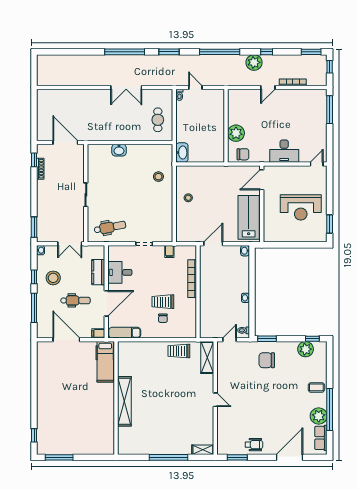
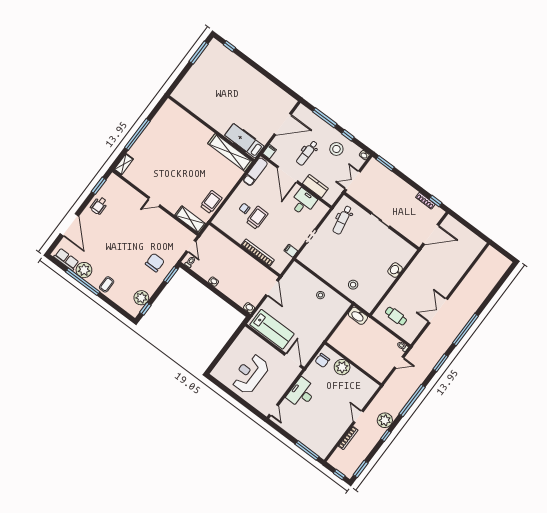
window: (330, 224) -> (221, 386), removed
shelving: (124, 401) -> (230, 153), moved

